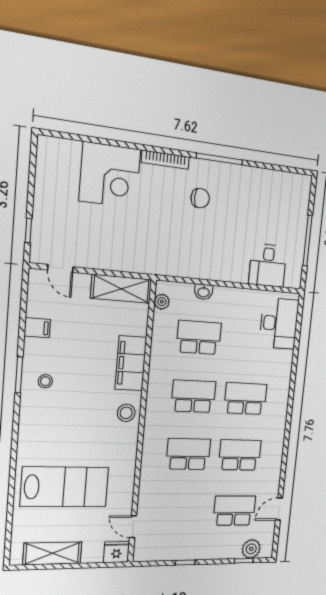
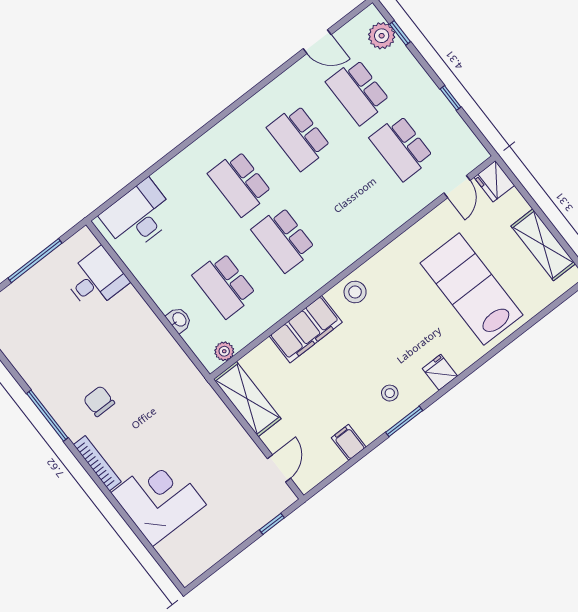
fridge: (30, 424) -> (440, 372), added
school desk: (188, 454) -> (402, 148), moved

